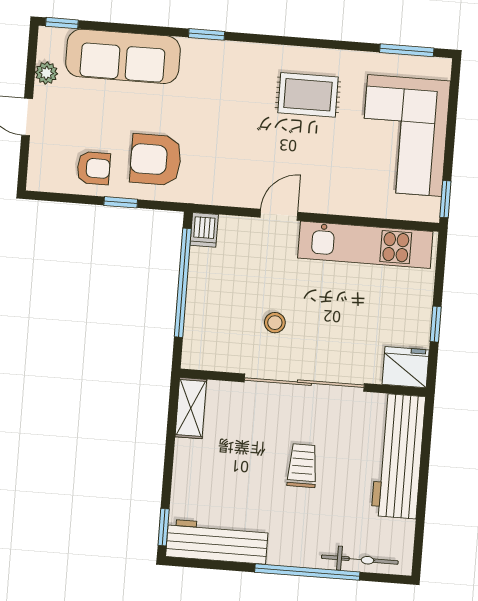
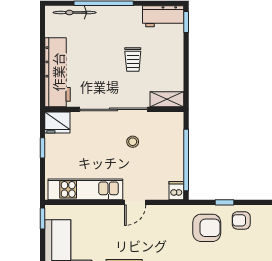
shelving: (191, 408) -> (167, 99), moved, turned 90
trolley: (302, 466) -> (133, 60), moved
workbench: (217, 542) -> (163, 16), width x0.73

